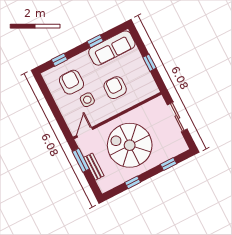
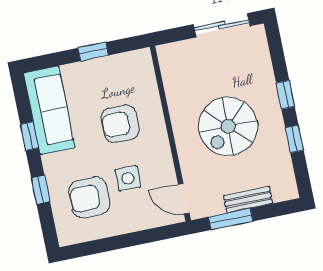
window: (59, 60) -> (41, 190), moved
sliding door: (177, 117) -> (222, 25), moved
spiral stairs: (130, 145) -> (228, 126), width x0.73, depth x0.73
window: (169, 164) -> (285, 95), moved

